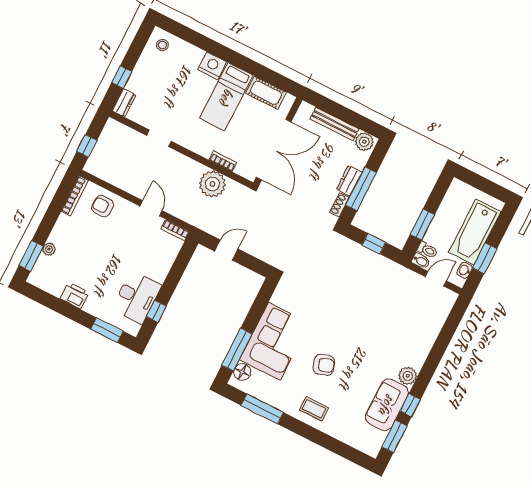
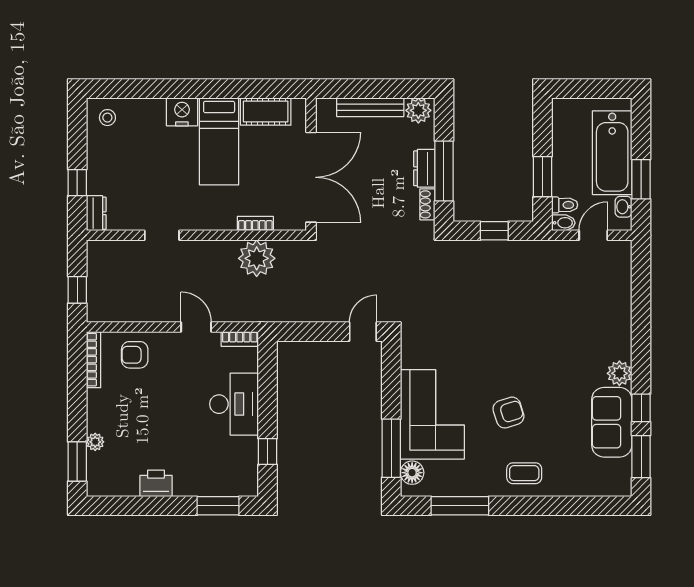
door: (226, 250) -> (363, 332), moved
desk: (137, 297) -> (234, 404), moved

